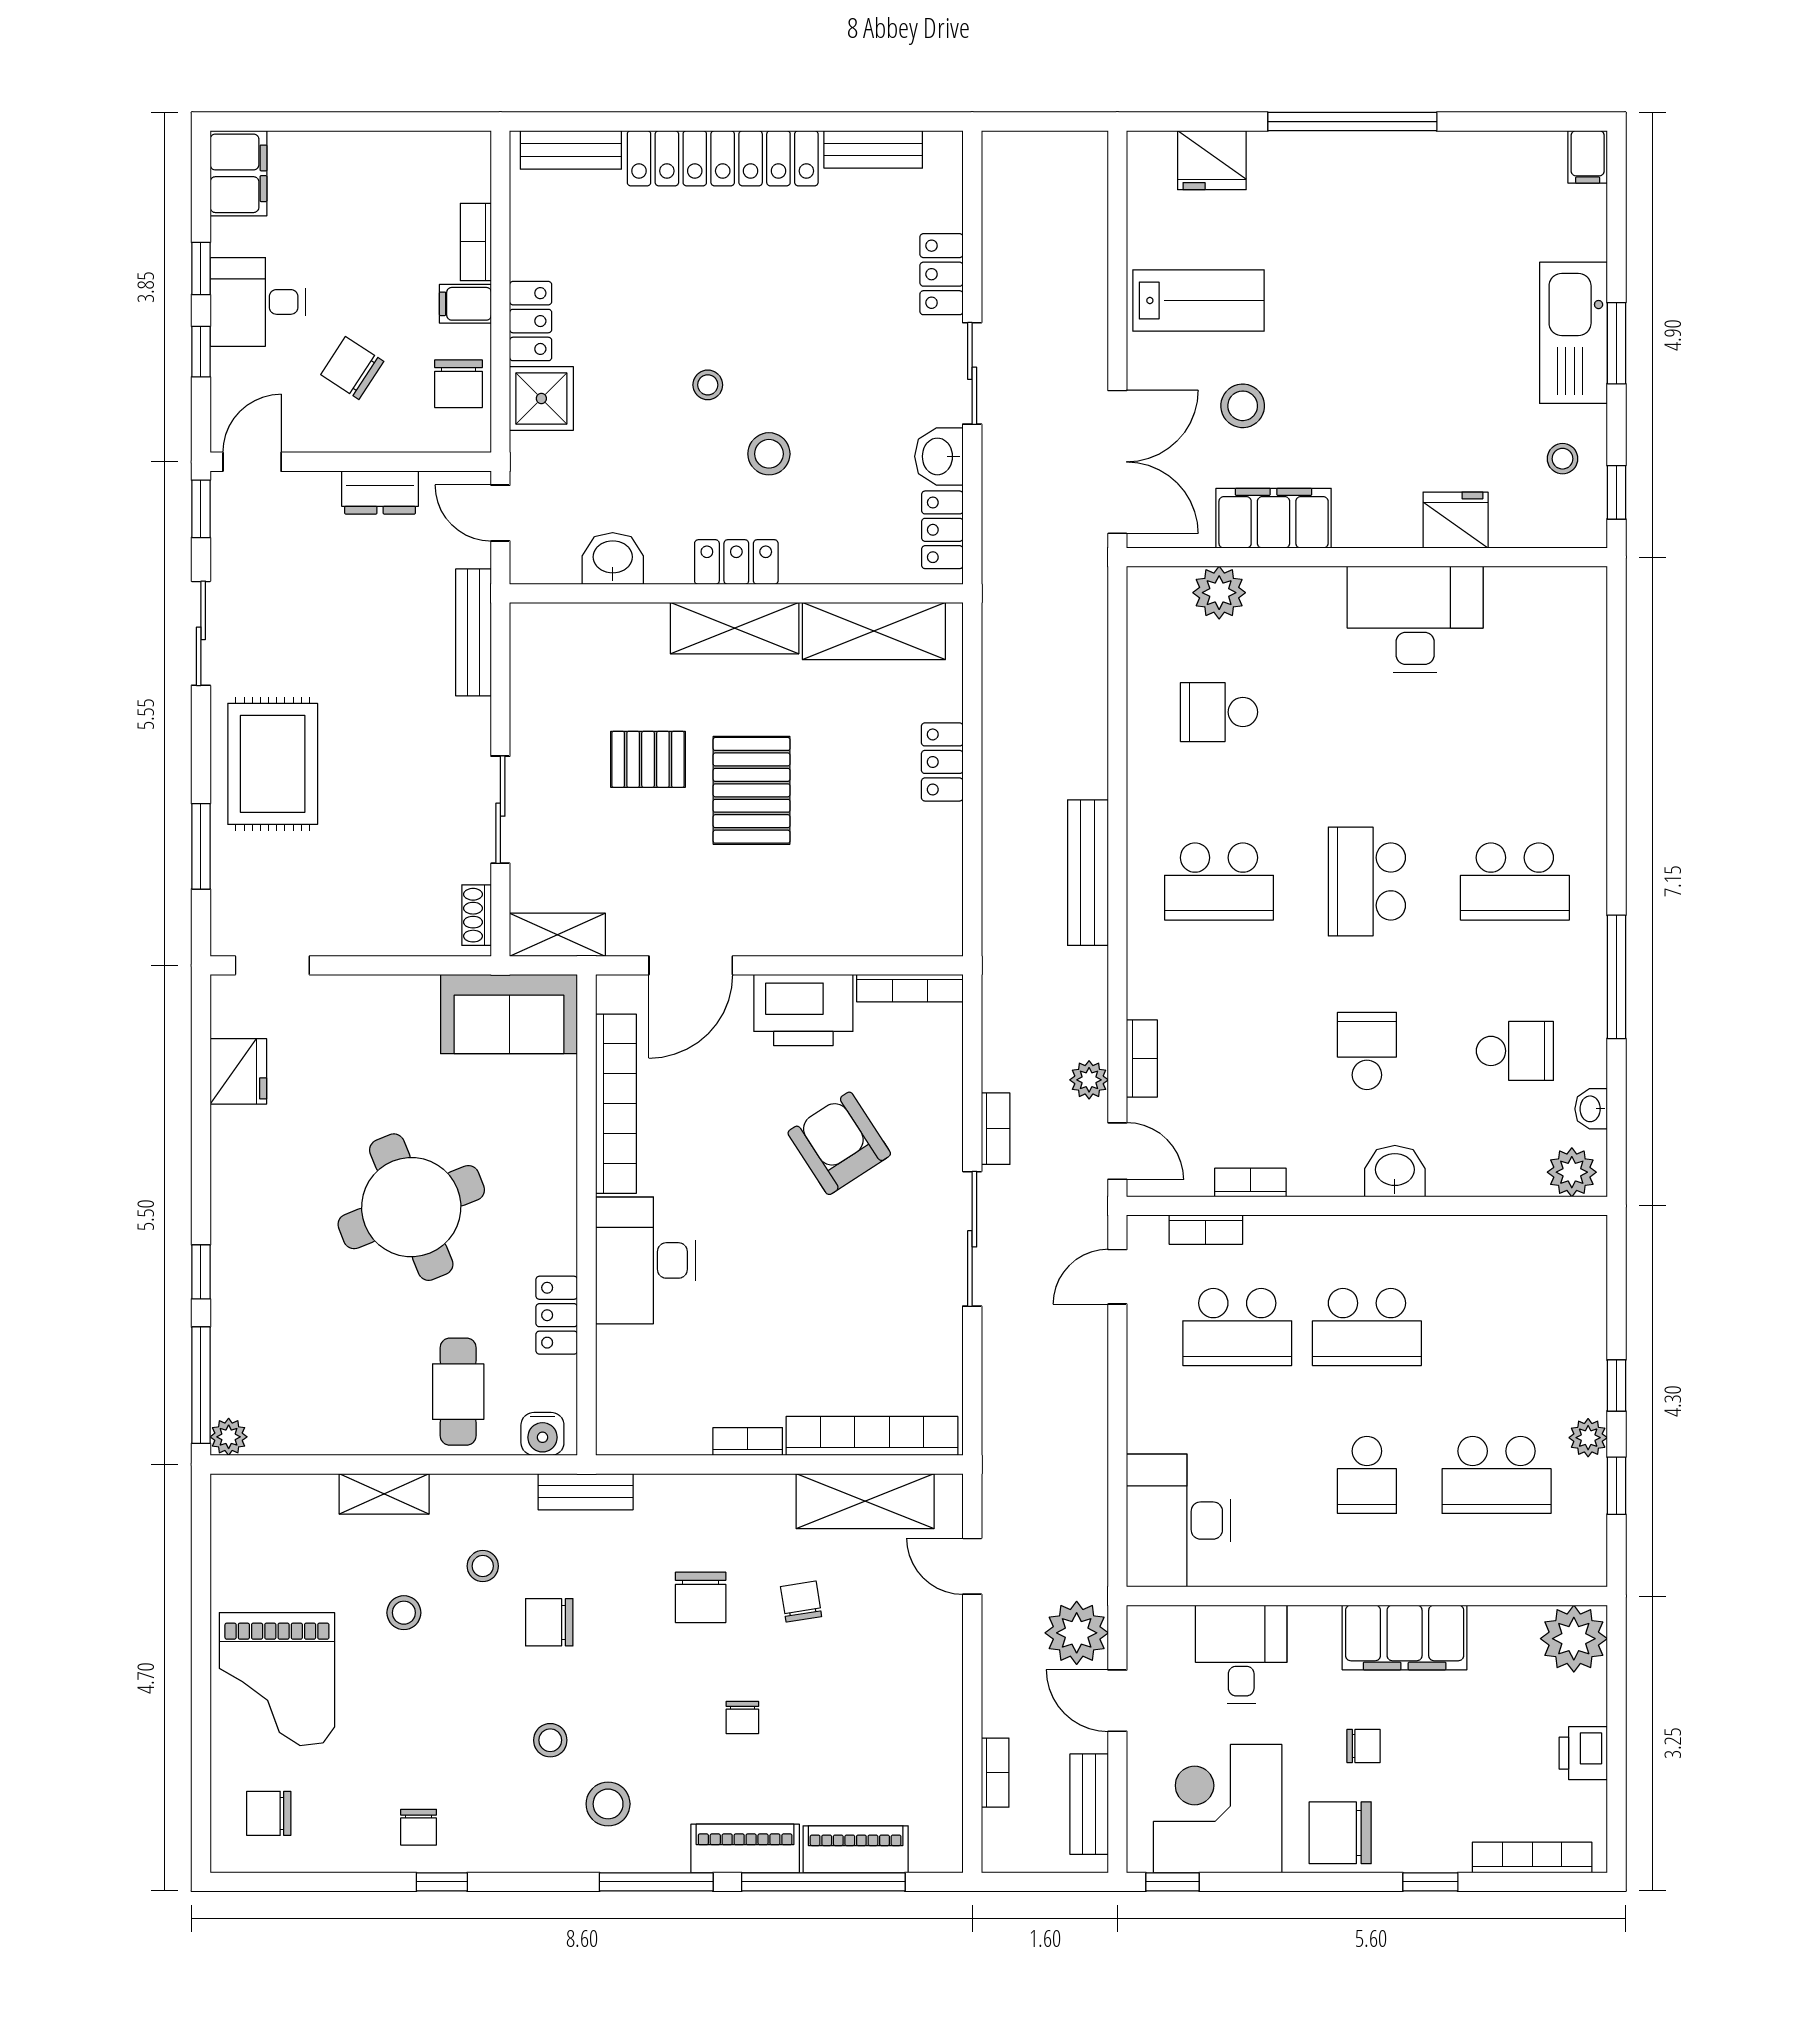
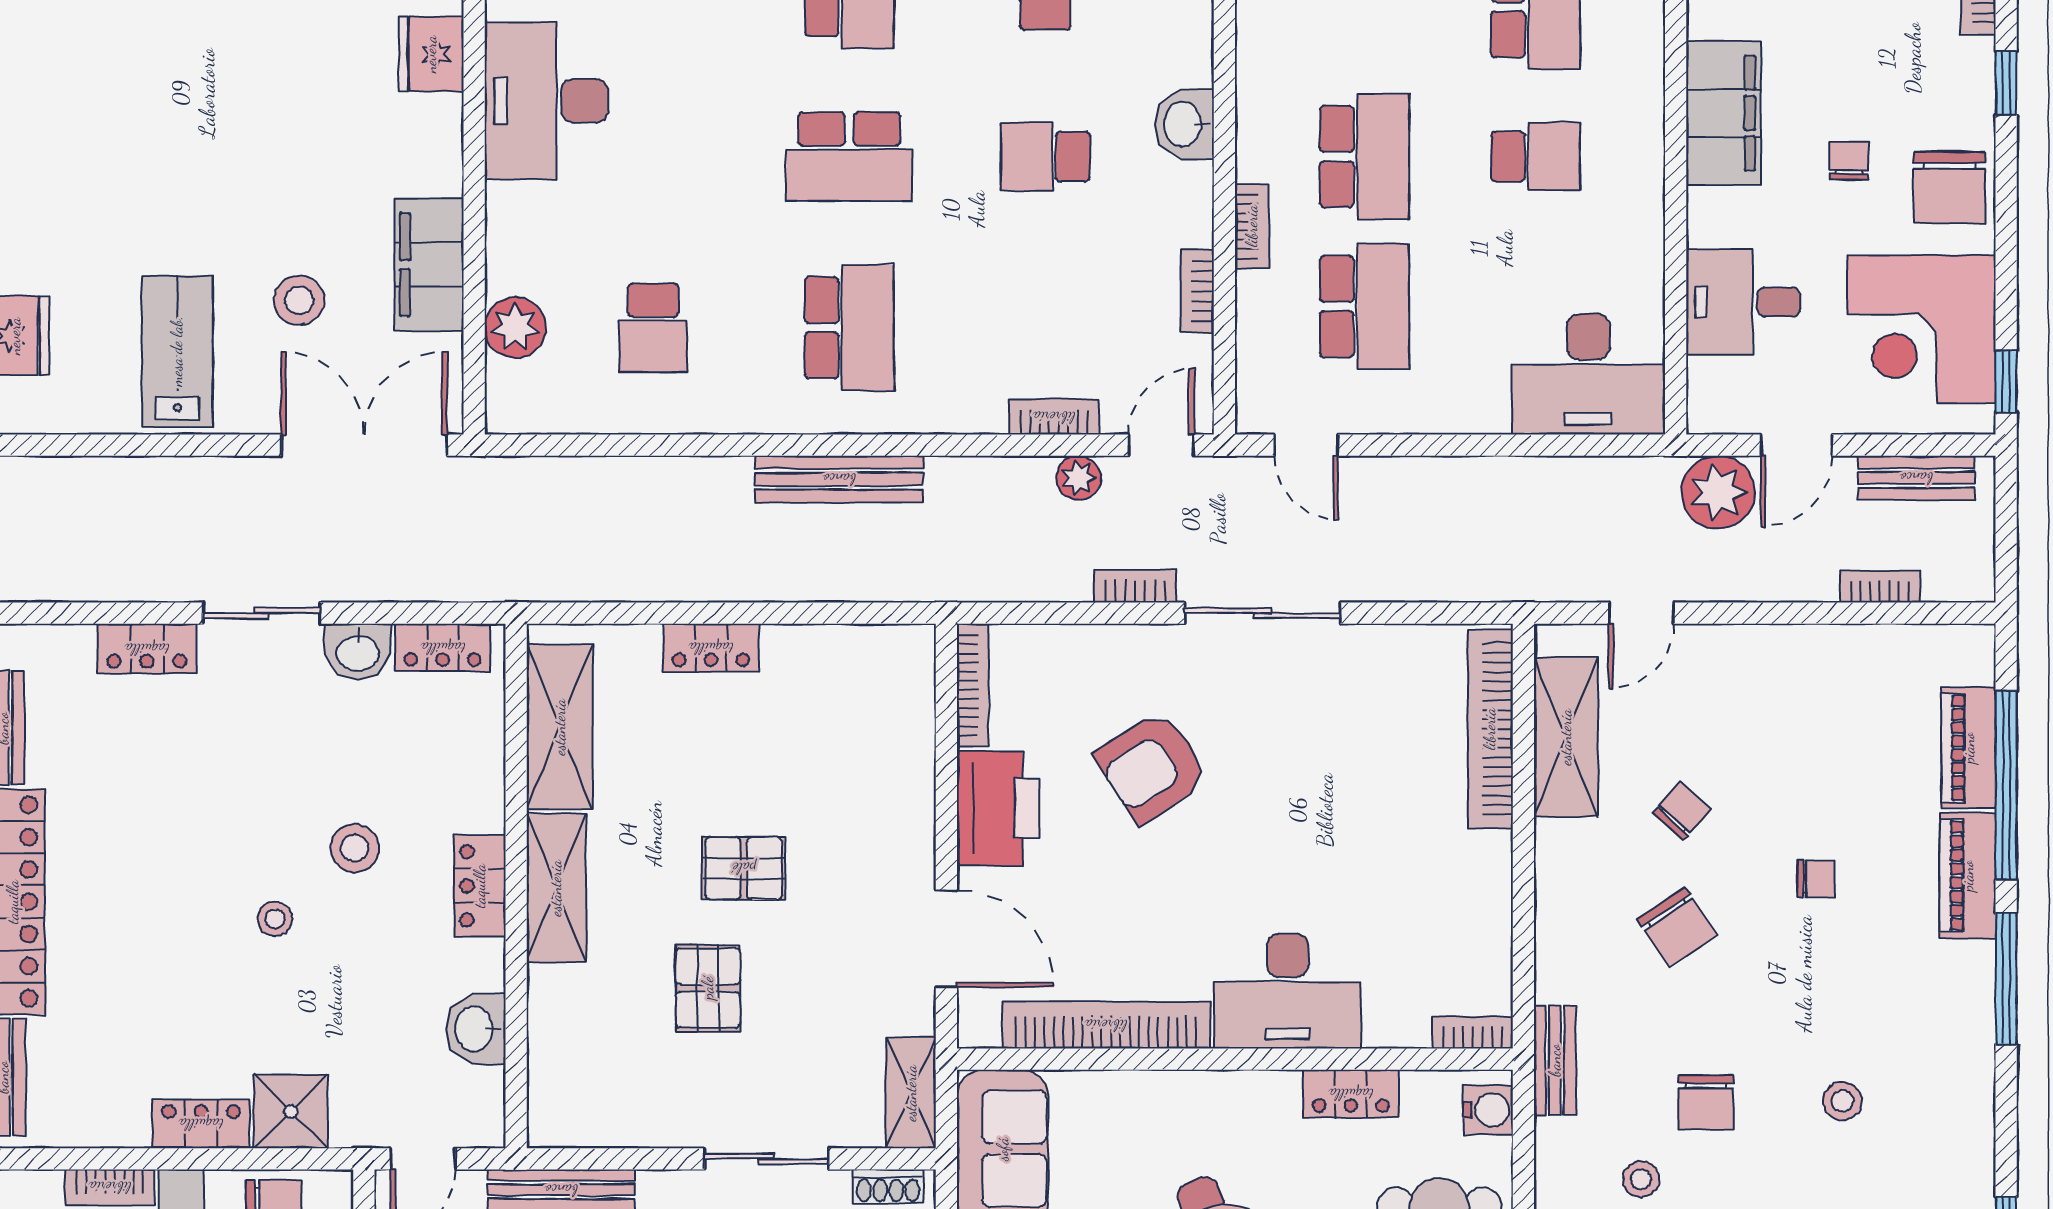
pallet: (752, 790) -> (744, 868), width x0.67, depth x0.71
bookcase: (1206, 1230) -> (1252, 226), moved
bookcase: (748, 1441) -> (1473, 1033), moved, turned 90
chair: (701, 1597) -> (1677, 927), turned 56
chair: (801, 1602) -> (1682, 811), turned 141
stool: (608, 1804) -> (1916, 1034), removed

